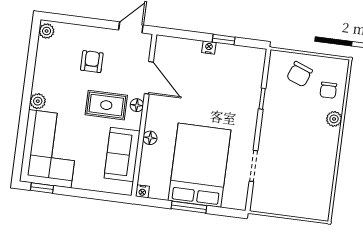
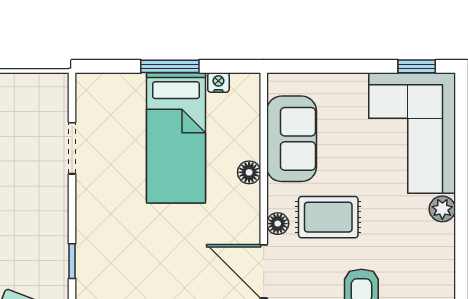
bed: (199, 165) -> (176, 138), width x0.67
nightstand: (142, 191) -> (218, 82), moved

